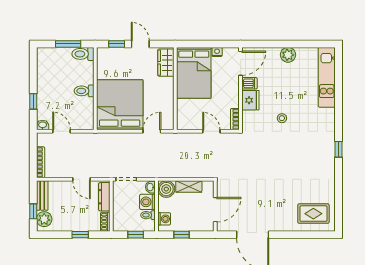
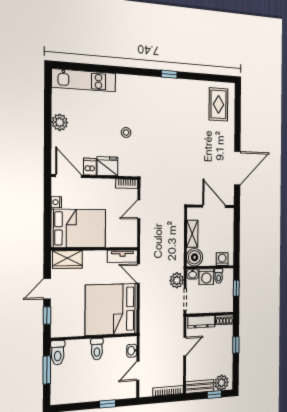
tv unit: (168, 115) -> (122, 256), added
washbasin: (43, 125) -> (132, 351), moved
window: (339, 149) -> (169, 74), moved
plant: (145, 171) -> (177, 280), added
window: (182, 235) -> (237, 241), removed

